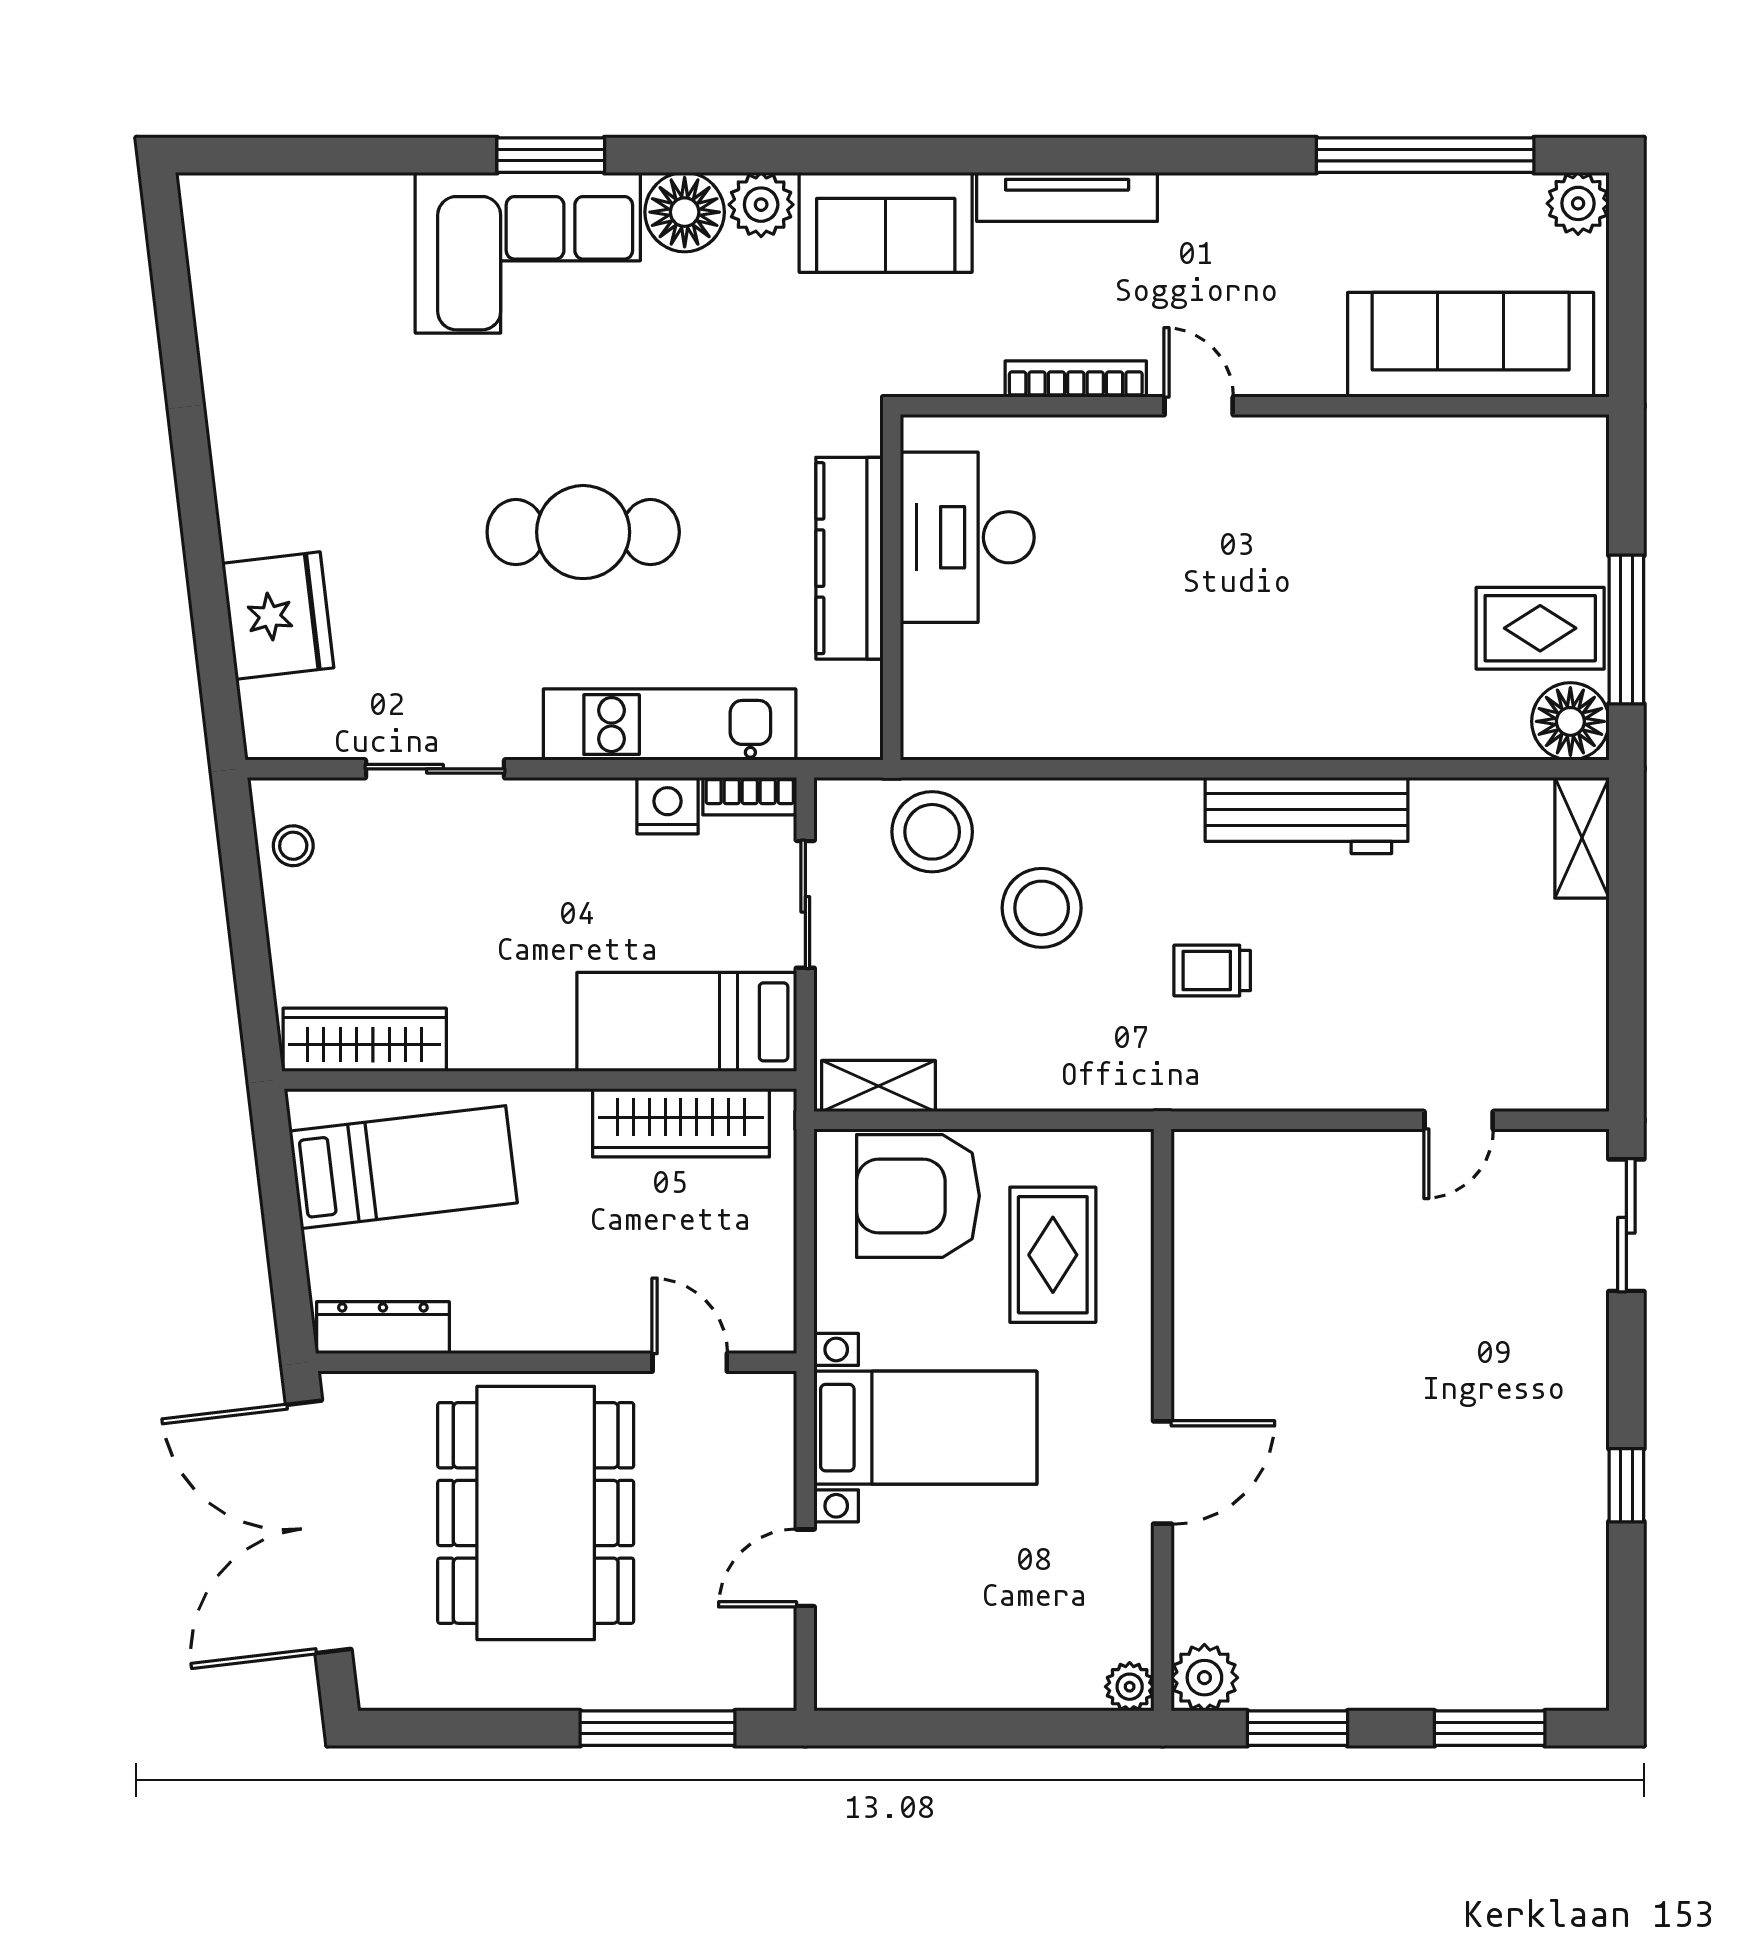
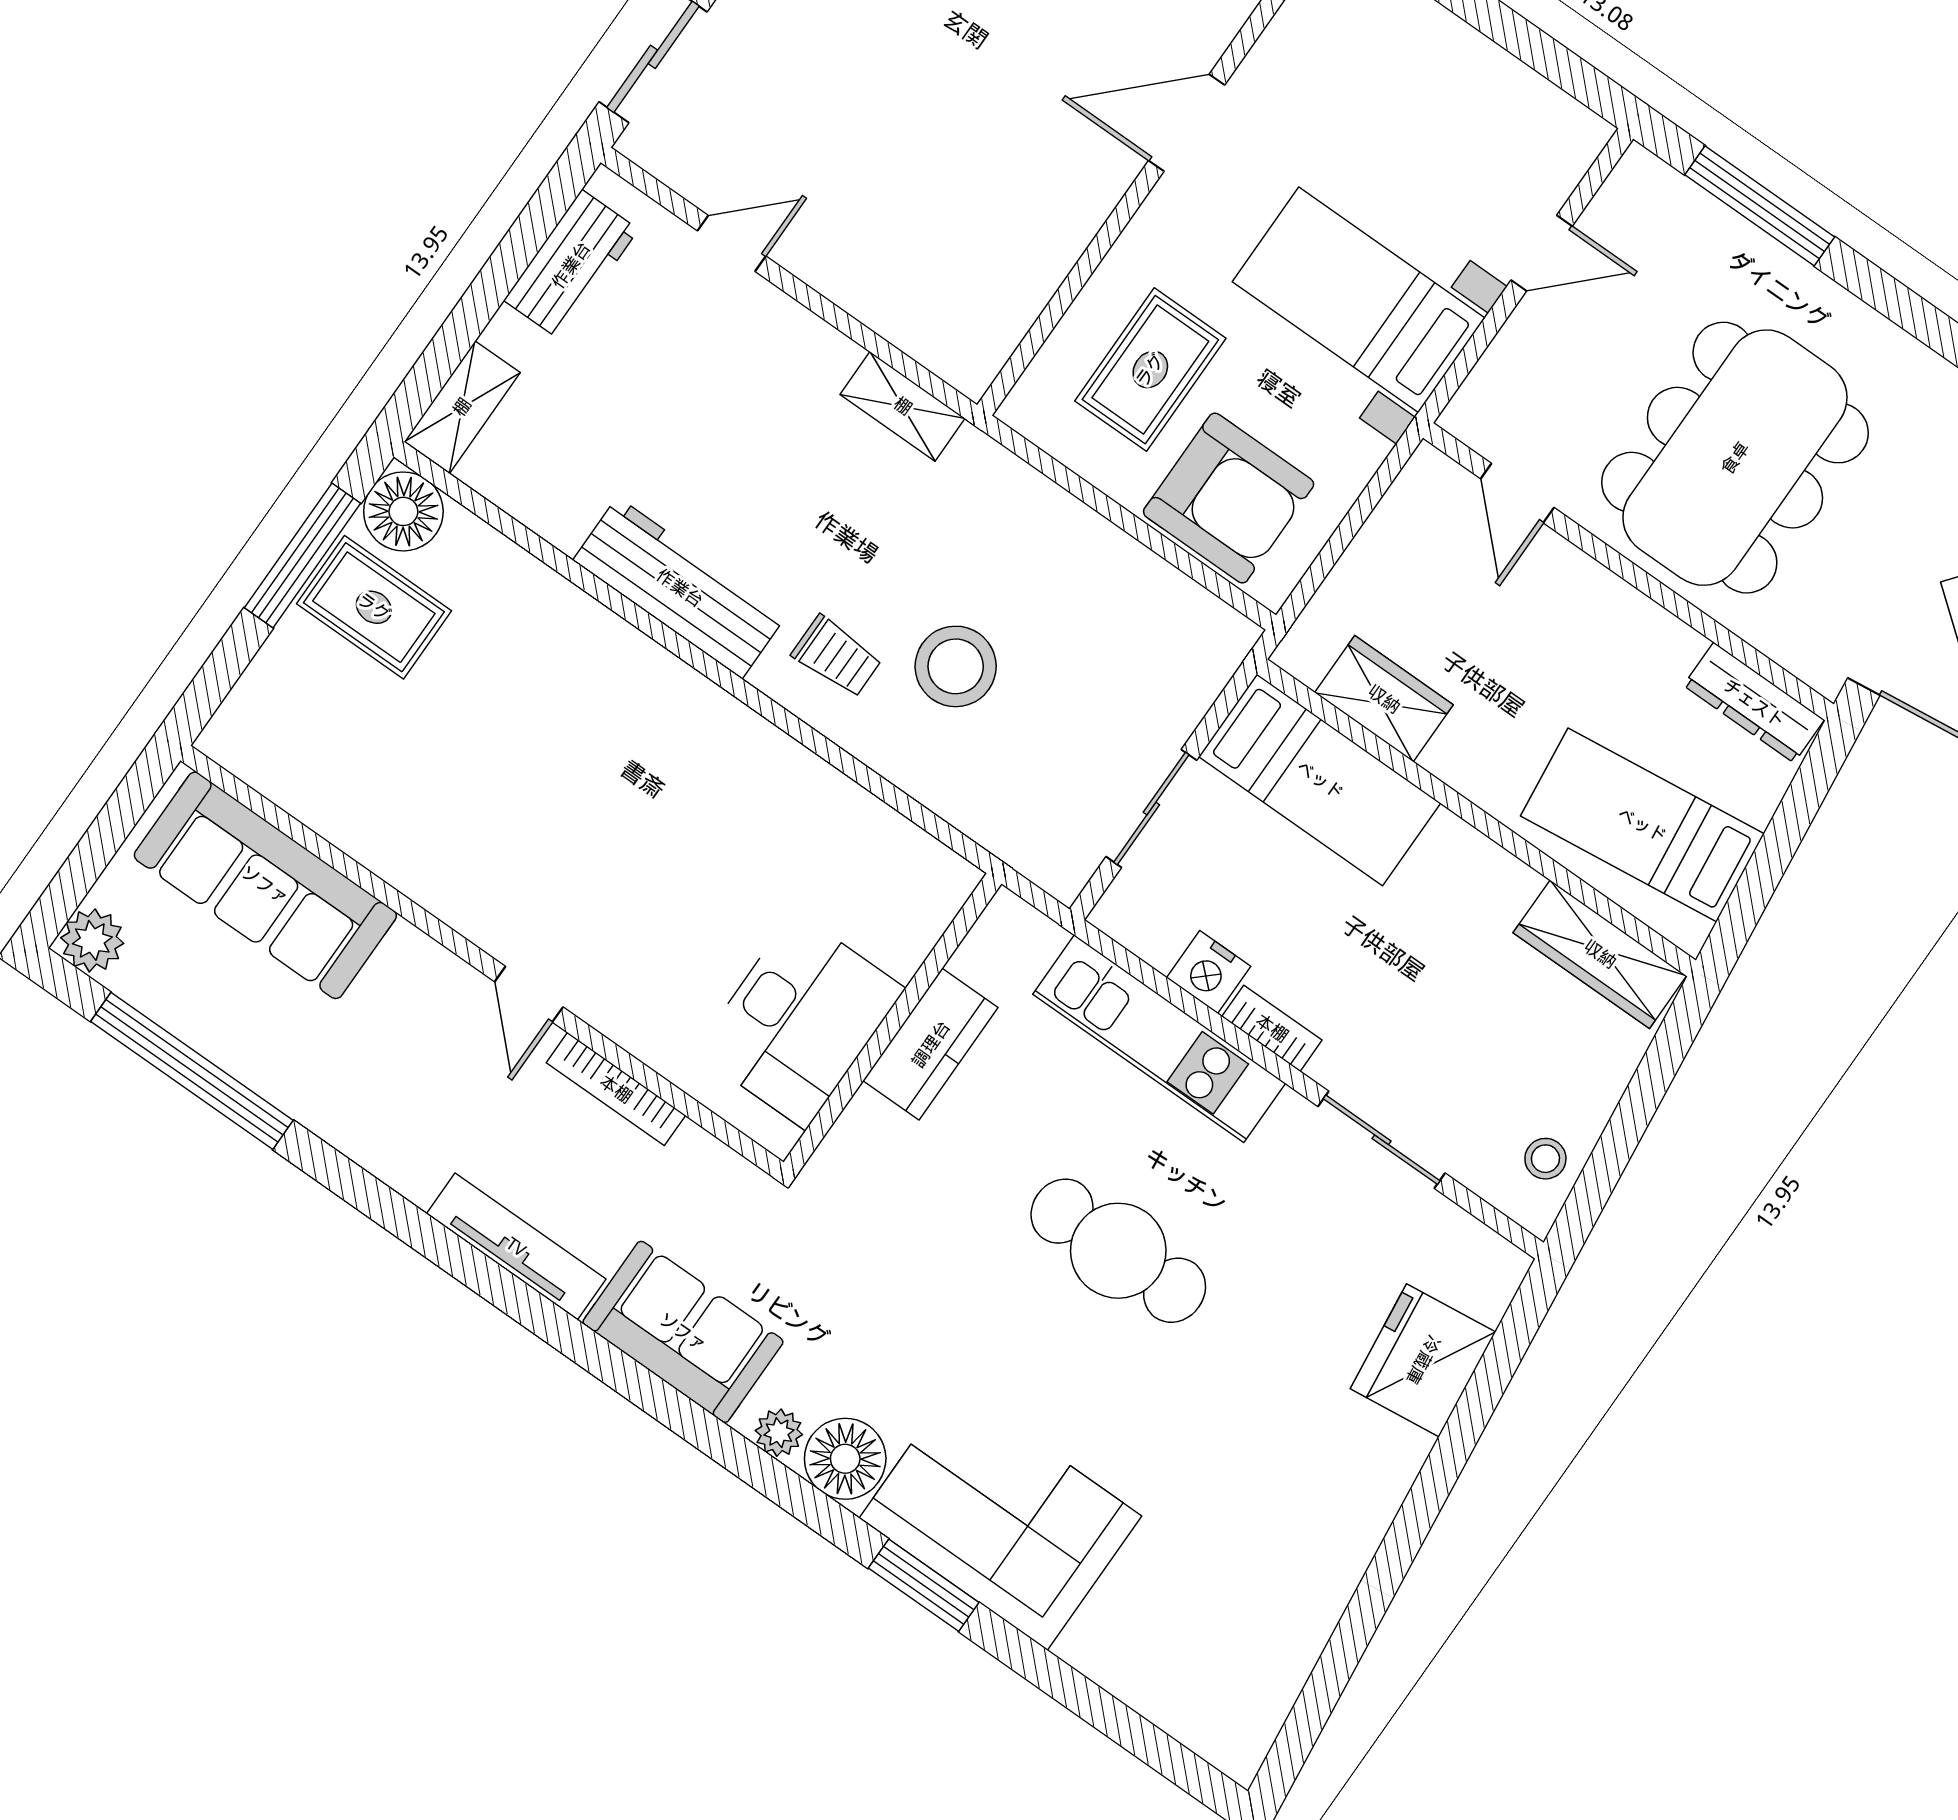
plant: (761, 205) -> (779, 1433), width x0.73, depth x0.73
kitchen counter: (849, 558) -> (931, 1044), width x0.67
bookcase: (750, 796) -> (1272, 1028), moved
stool: (932, 832) -> (1002, 795), removed
trolley: (1212, 970) -> (837, 656), moved
workbench: (1575, 1013) -> (571, 265), added
shelving: (879, 1086) -> (903, 406), moved
wardrobe: (681, 1123) -> (1384, 699), width x0.67

